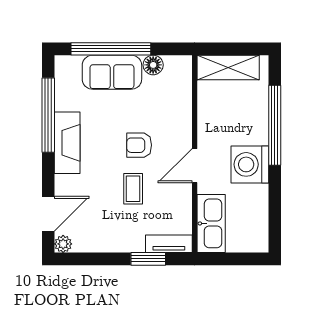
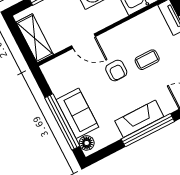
floor lamp: (153, 65) -> (87, 143), moved
window: (48, 115) -> (148, 130), moved
door: (195, 166) -> (83, 41), moved

